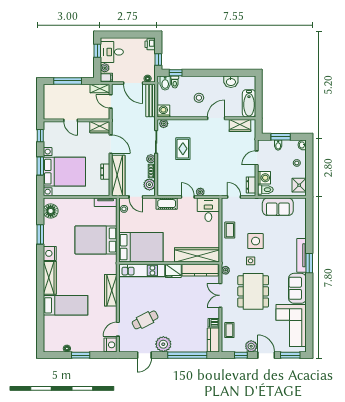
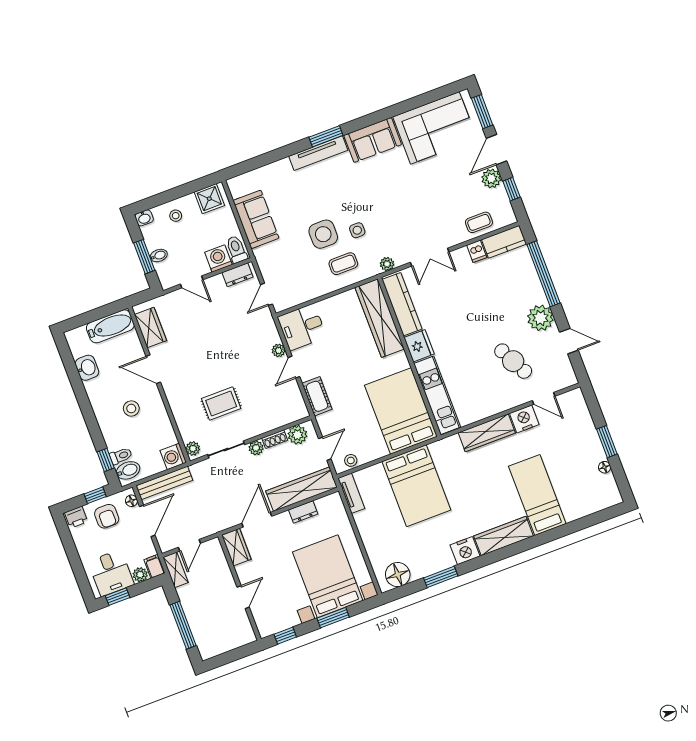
armchair: (144, 61) -> (107, 516), added
coffee table: (230, 230) -> (343, 264), moved
dining table: (253, 291) -> (404, 208), removed
nightstand: (111, 345) -> (524, 419), moved

